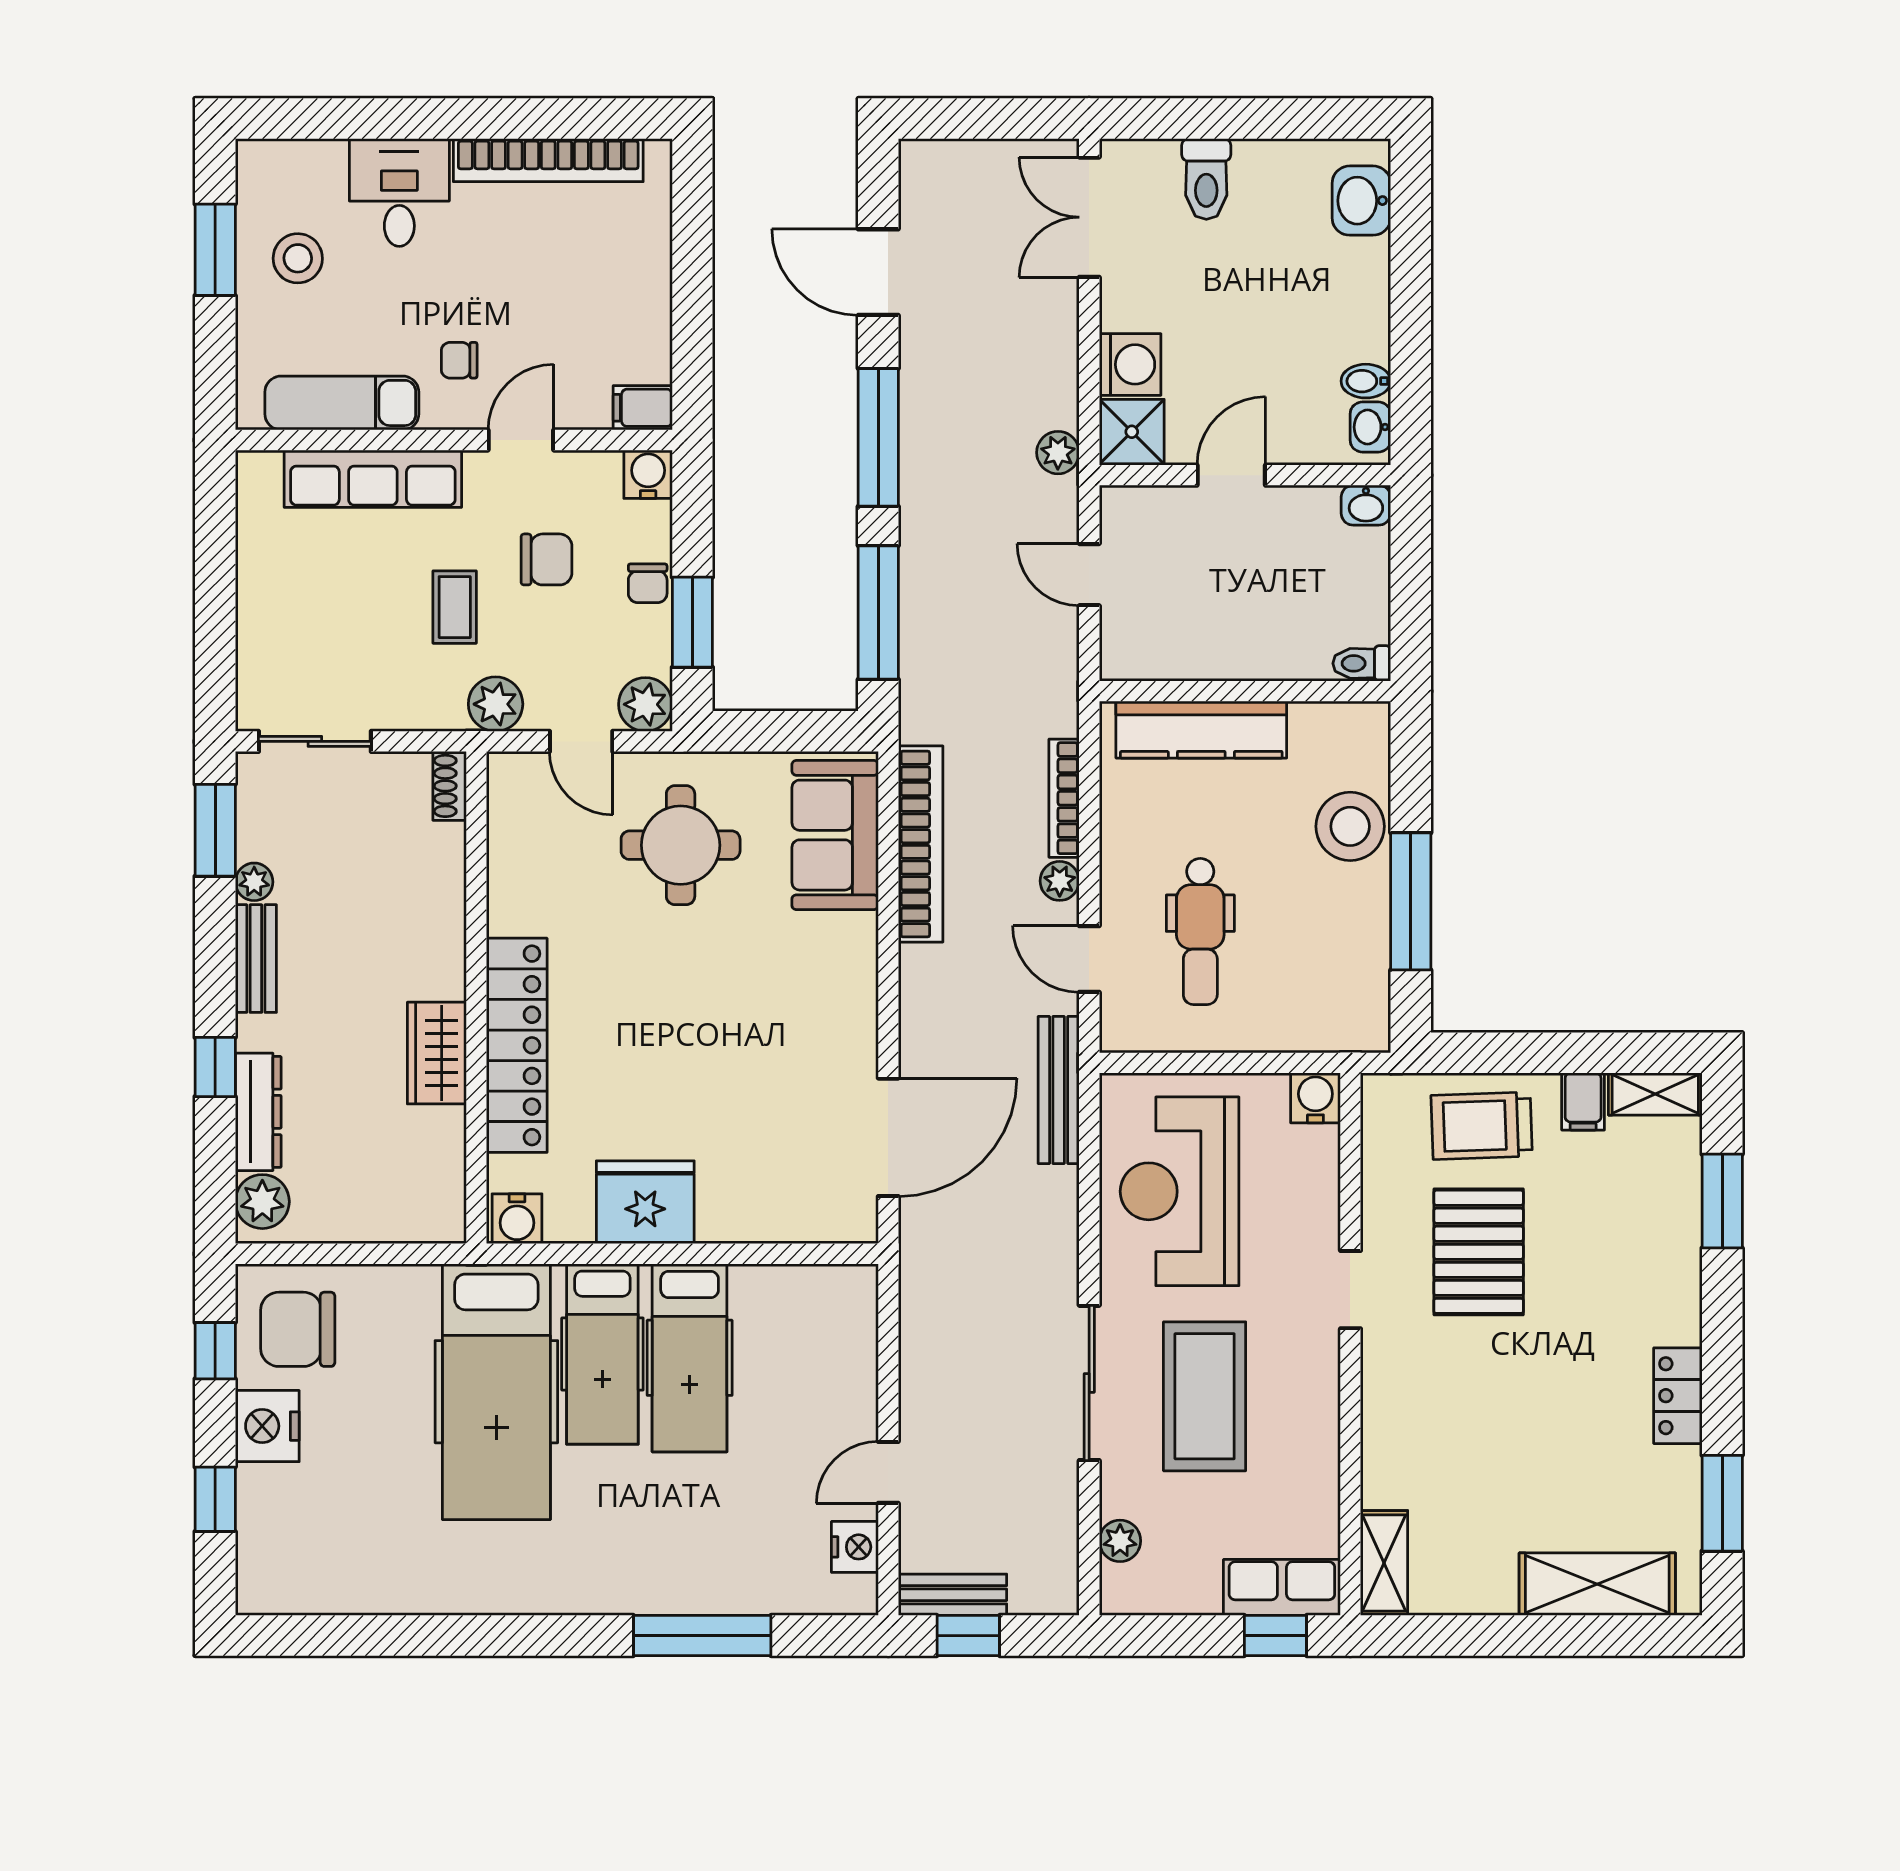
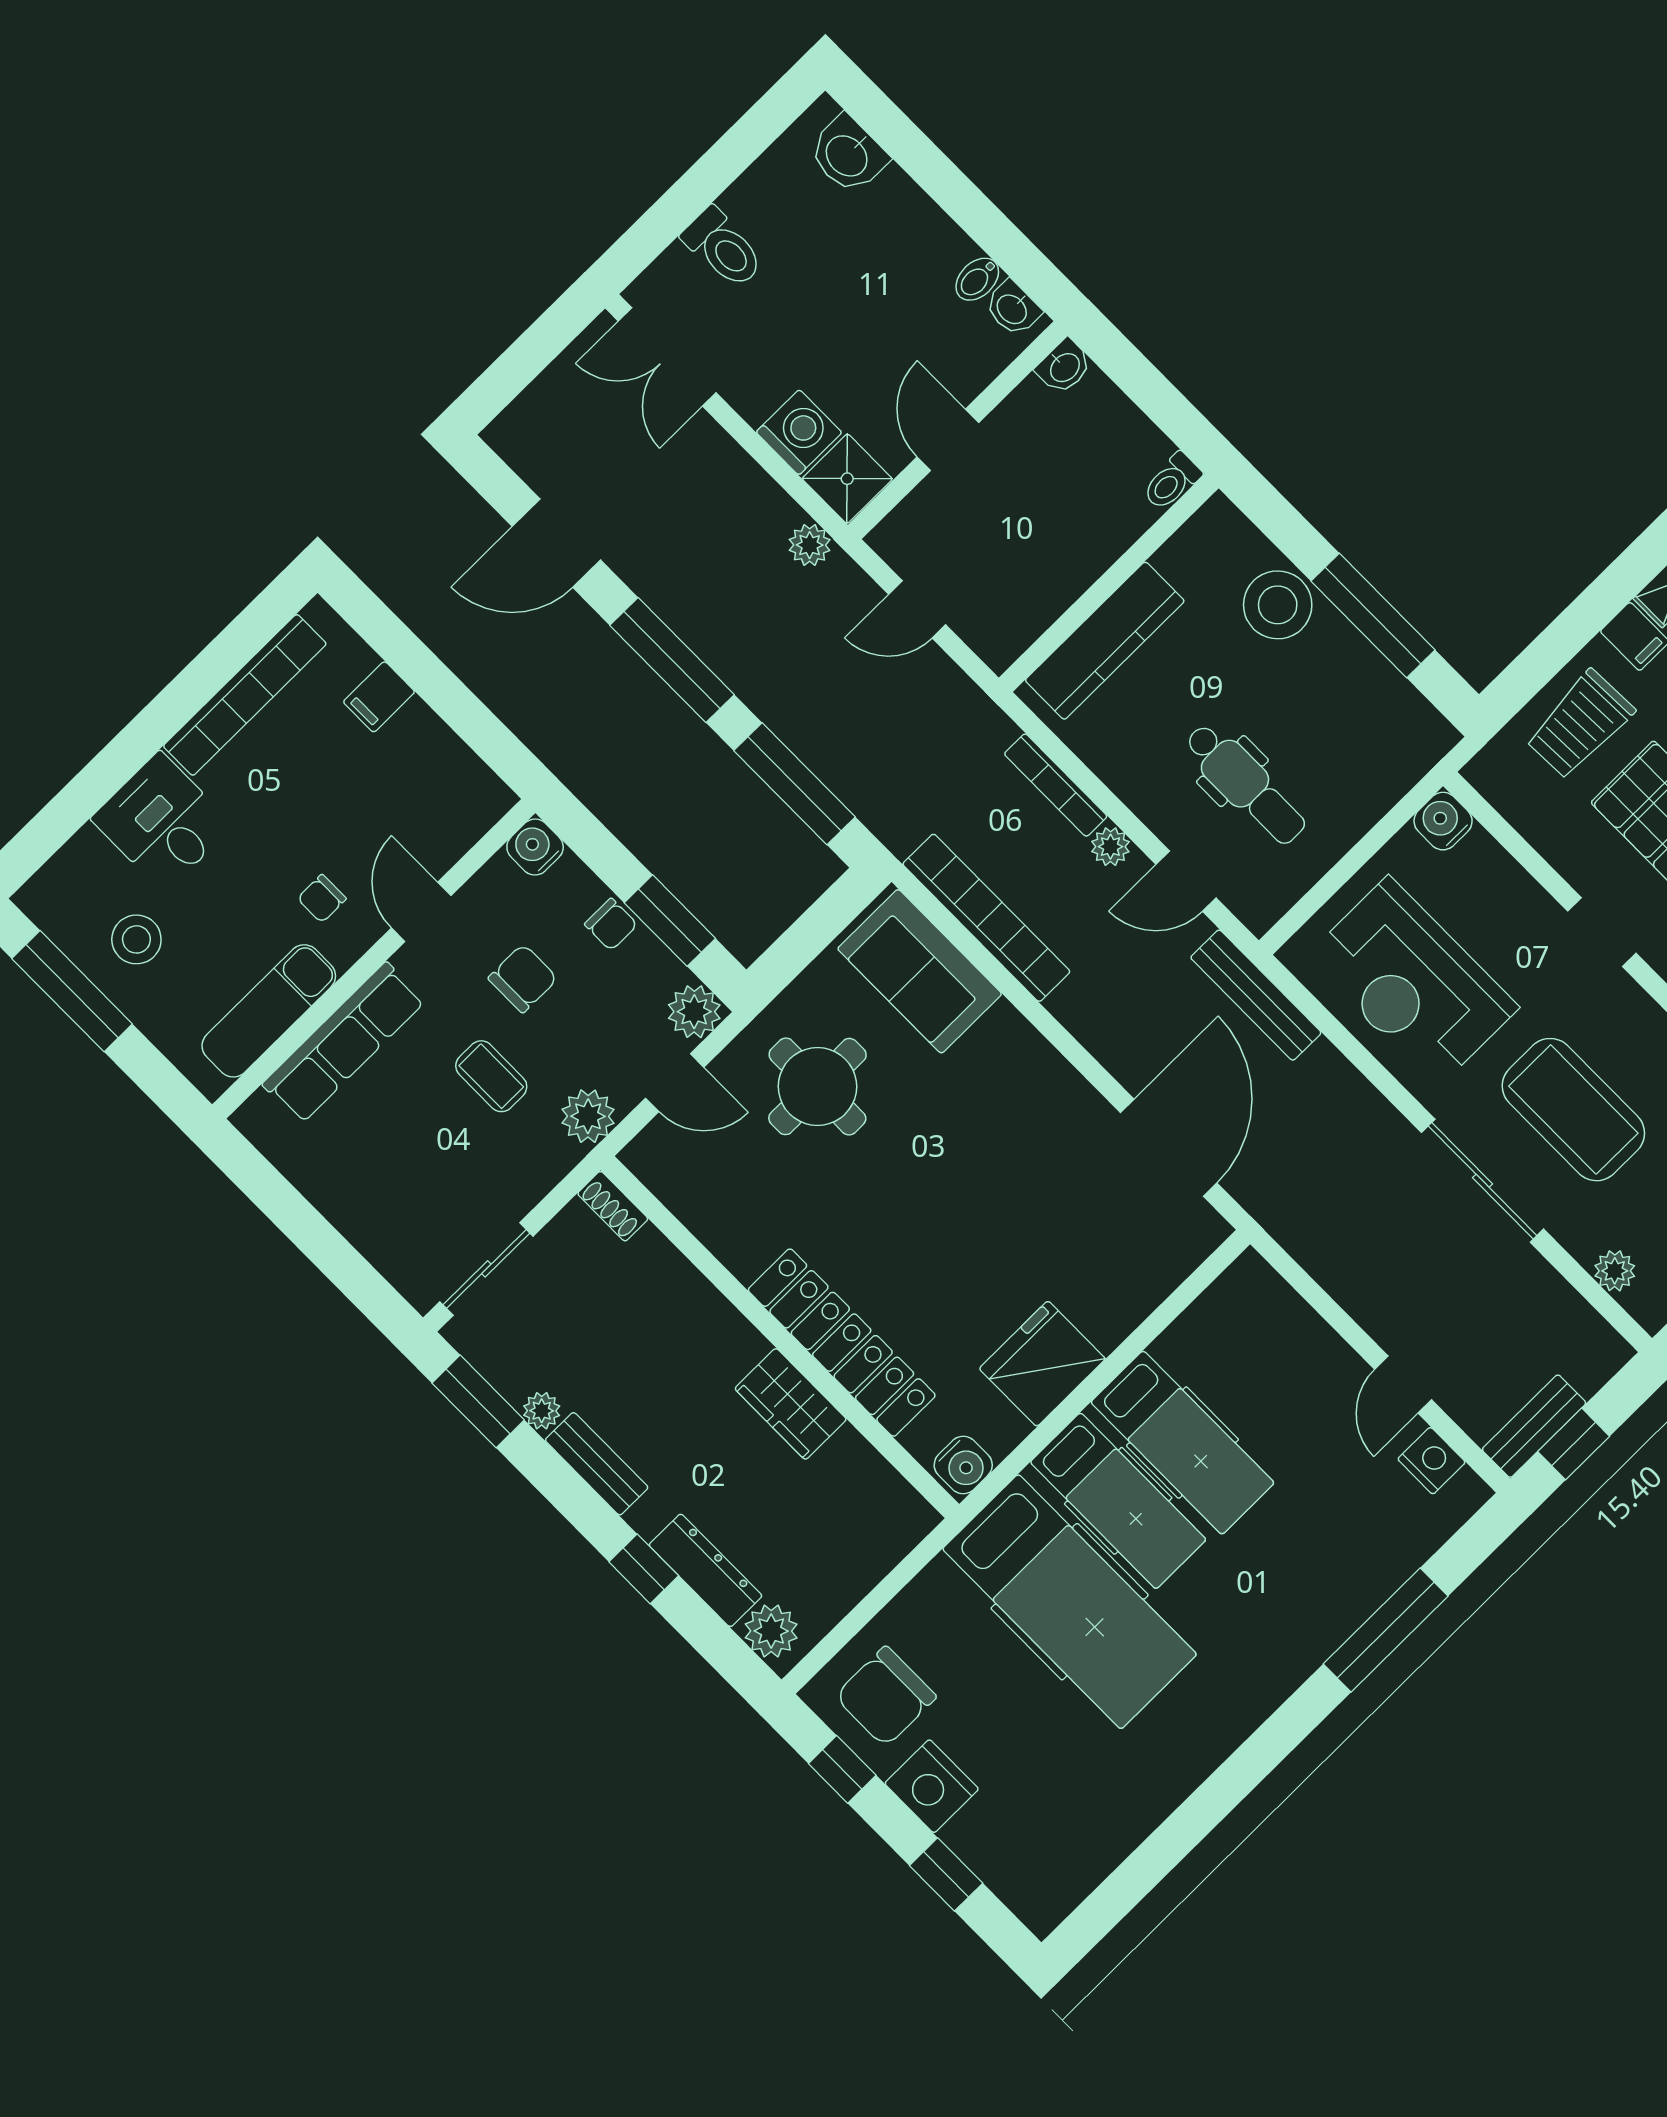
window: (215, 250) -> (72, 991), width x1.44
filing cabinet: (643, 408) -> (379, 697), moved

